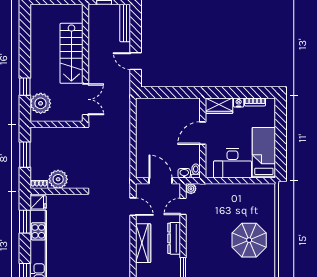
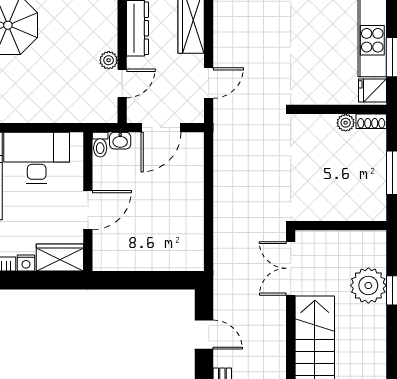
plant: (41, 103) -> (368, 285), moved
plant: (58, 179) -> (346, 123), width x0.53, depth x0.53
door: (161, 181) -> (161, 128), hinge flipped
plant: (191, 189) -> (109, 60), moved
door: (133, 207) -> (209, 83), swing flipped

